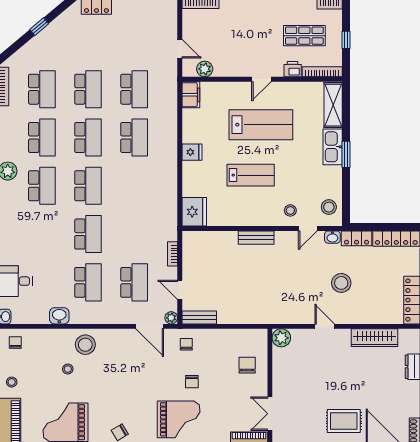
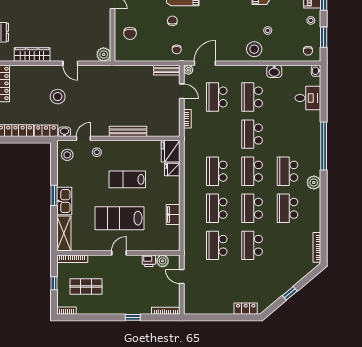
printer: (293, 69) -> (149, 261), moved
school desk: (42, 89) -> (217, 171), moved
filing cabinet: (191, 95) -> (173, 214), moved
fridge: (192, 152) -> (172, 170), moved
bench: (256, 238) -> (128, 131), width x1.36
door: (150, 326) -> (205, 63), hinge flipped

